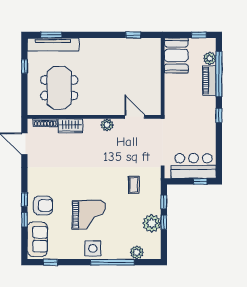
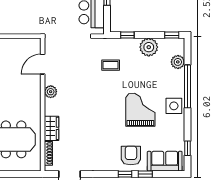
window: (164, 222) -> (172, 35), moved

